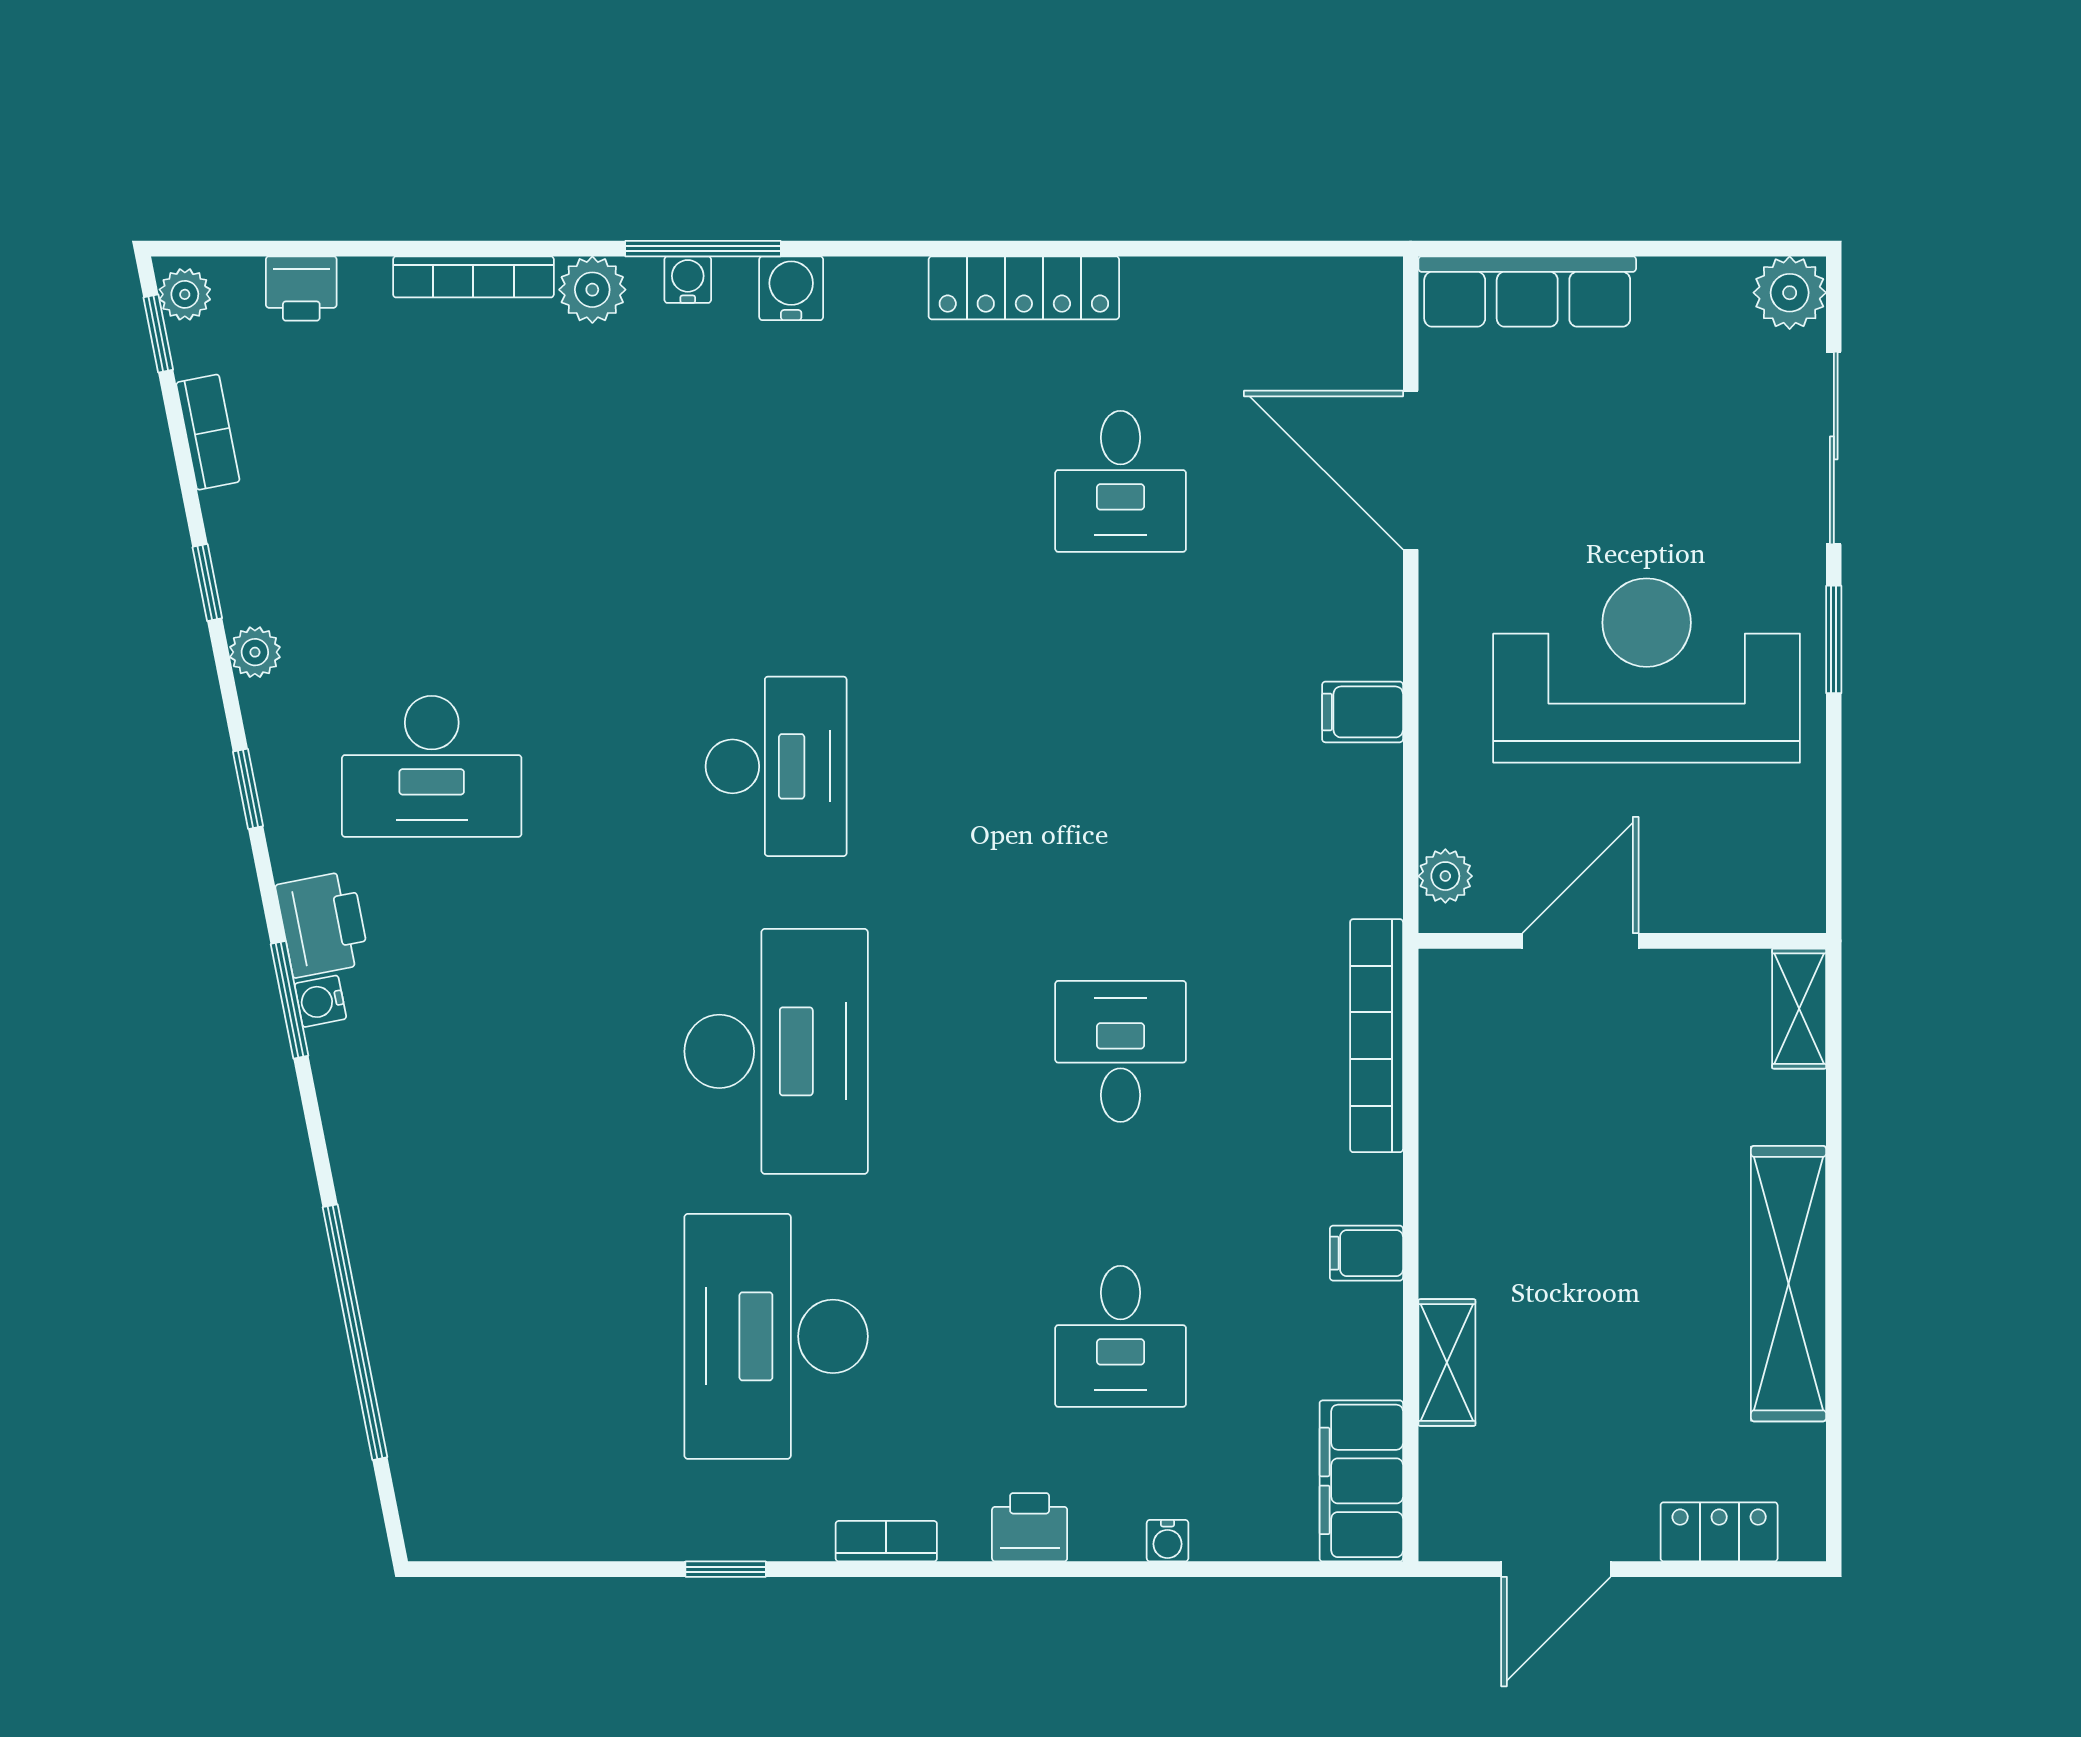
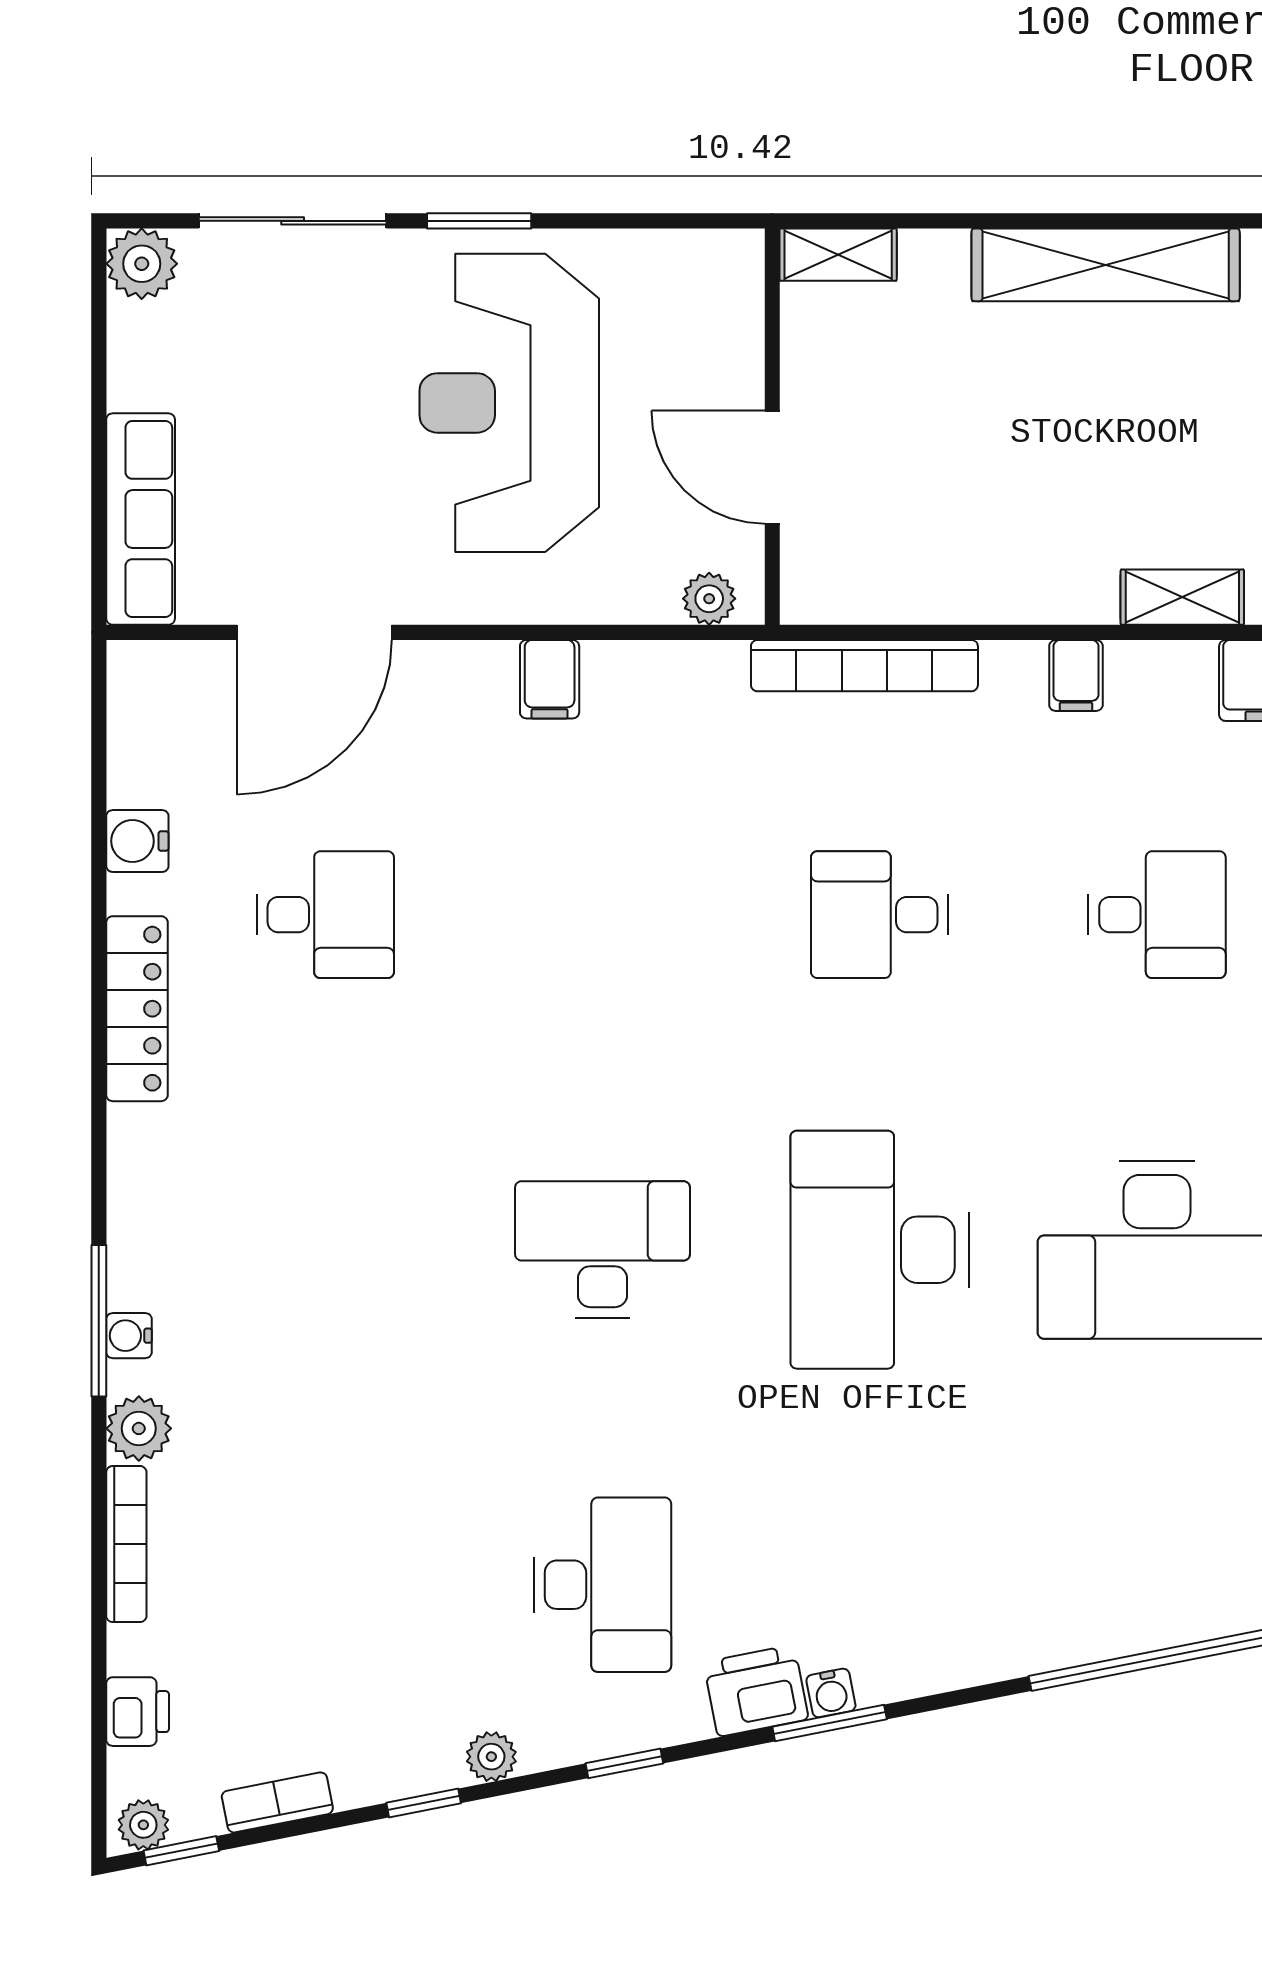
water cooler: (791, 288) -> (137, 841), moved
desk: (776, 1051) -> (880, 1250), turned -90

